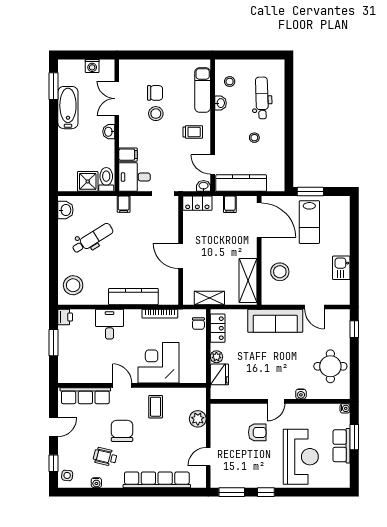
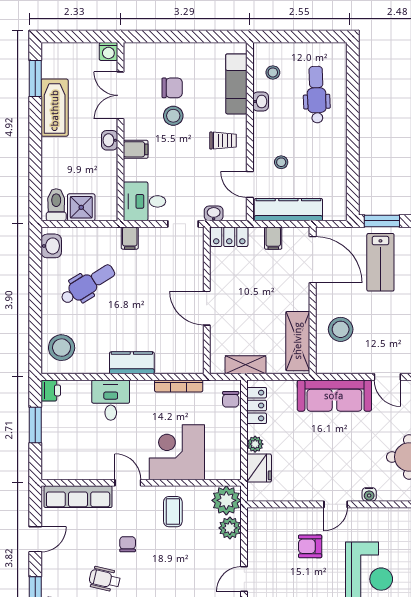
washing machine: (92, 66) -> (108, 52), moved
stool: (254, 138) -> (281, 162), moved
filing cabinet: (128, 155) -> (136, 149), moved
toilet: (106, 179) -> (56, 205), moved
washbasin: (204, 186) -> (214, 213), moved
kitchen counter: (133, 297) -> (132, 363), width x0.67
plant: (195, 398) -> (226, 500), added
chair: (122, 431) -> (128, 544), width x0.54, depth x0.54
armchair: (257, 432) -> (310, 546), turned 180

